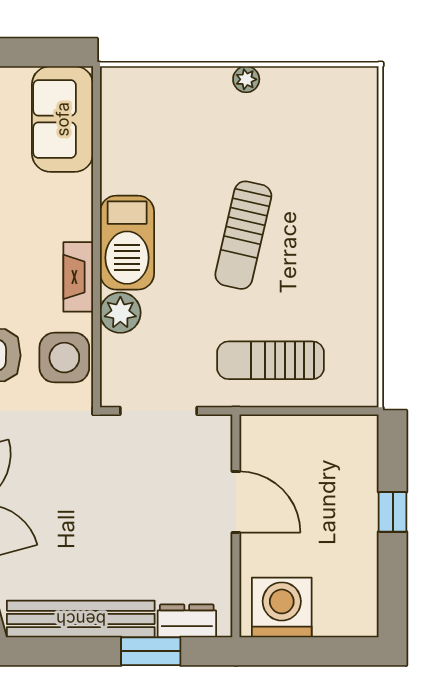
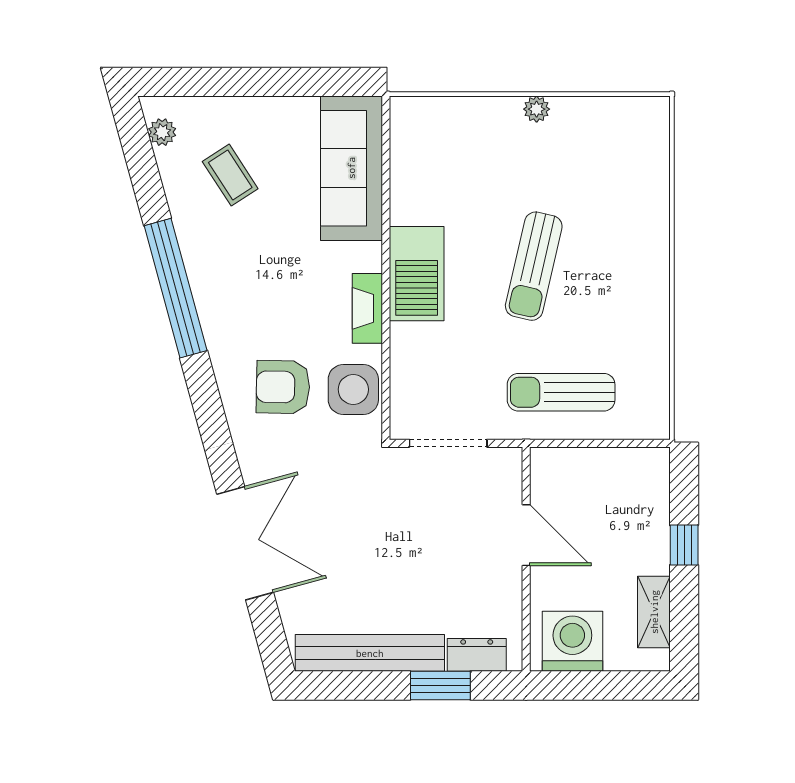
sofa: (63, 119) -> (351, 168), width x1.36
plant: (120, 313) -> (410, 344), removed
shelving: (363, 578) -> (654, 612), added

